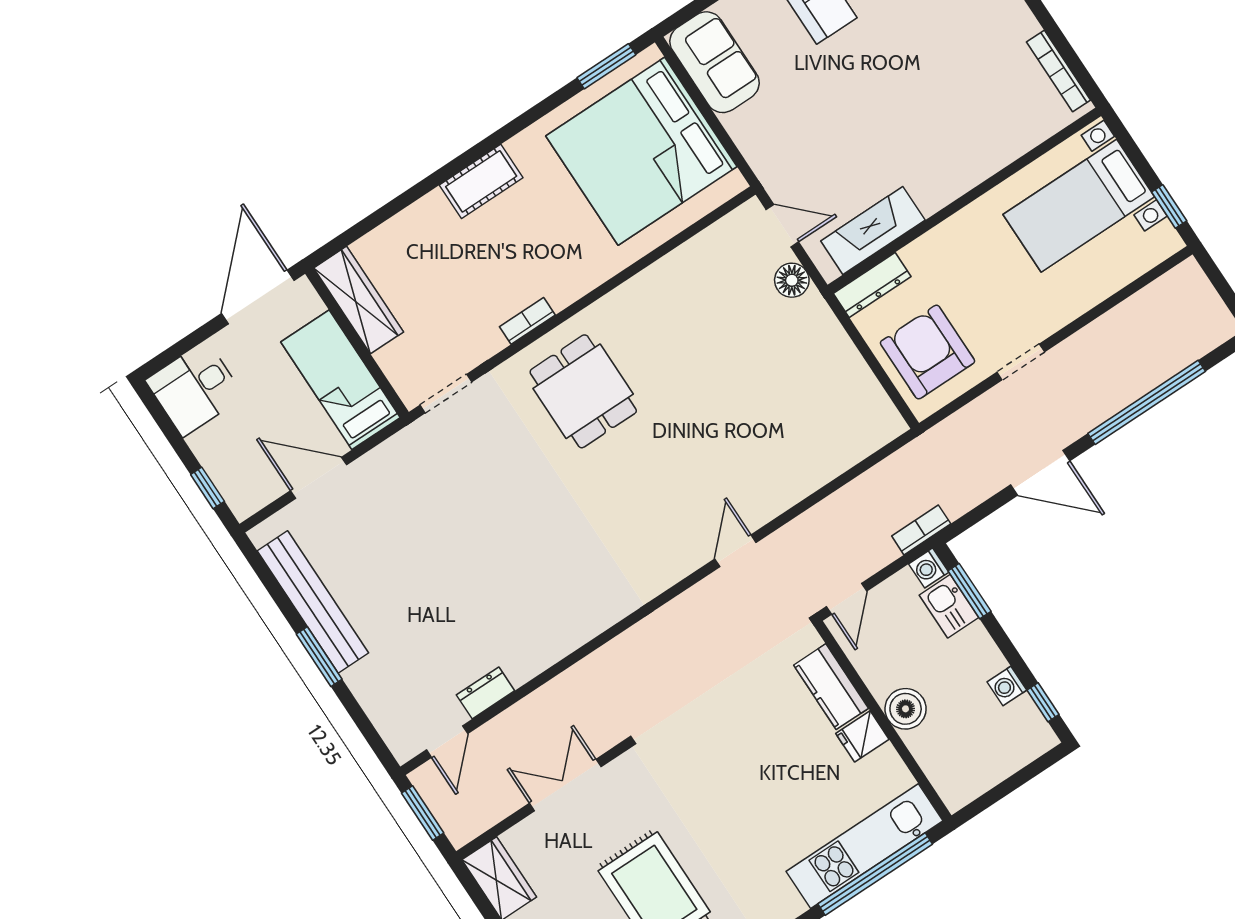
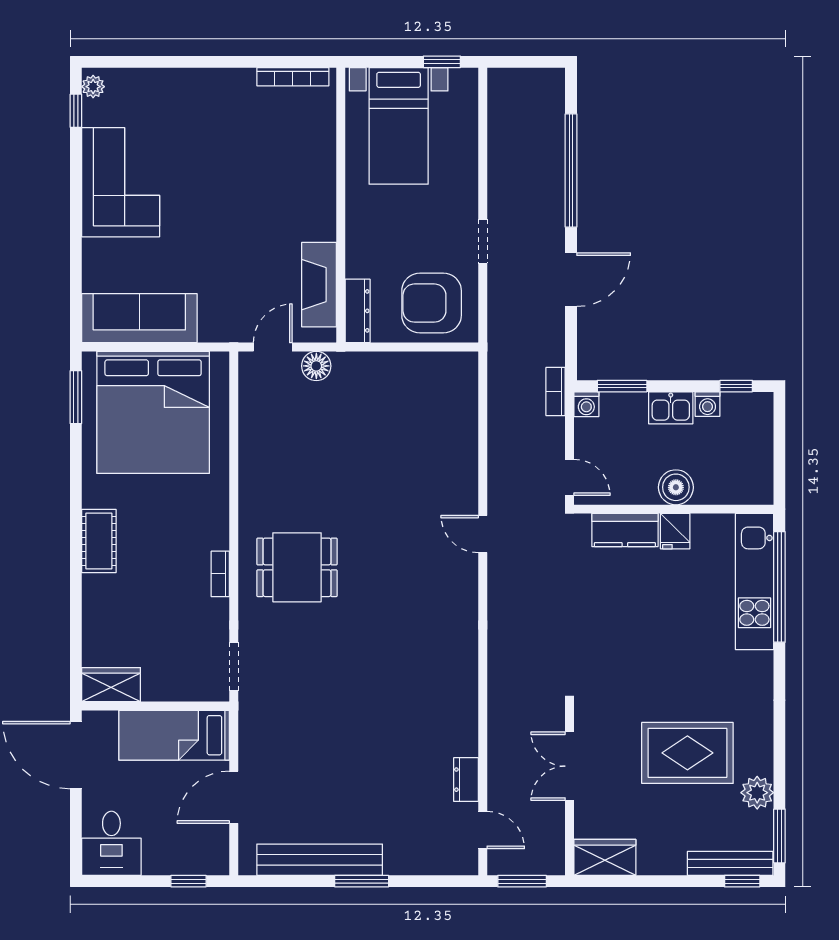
sofa: (715, 62) -> (139, 318), width x1.36
wardrobe: (359, 300) -> (111, 685), width x0.67
kitchen sink: (949, 606) -> (671, 408), moved

